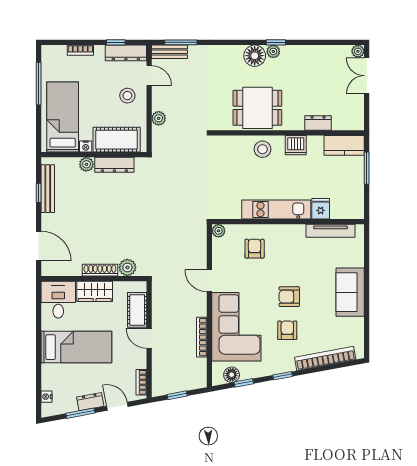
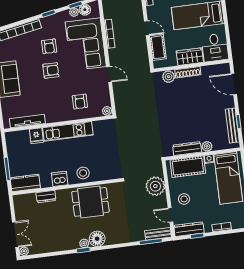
plant: (159, 118) -> (155, 186), width x1.88, depth x1.88
plant: (247, 373) -> (74, 12), added

